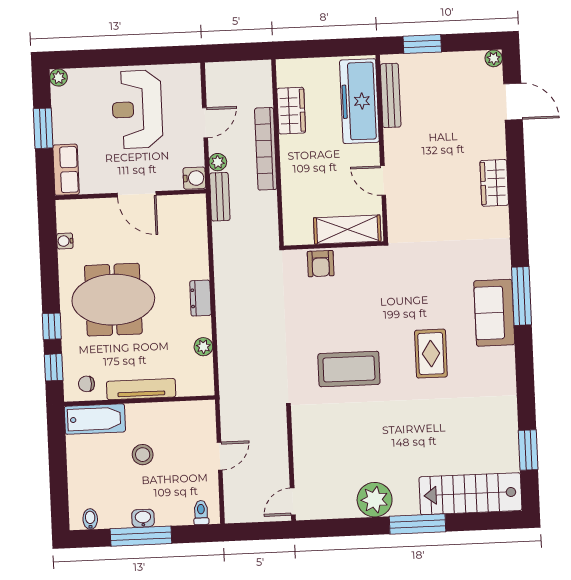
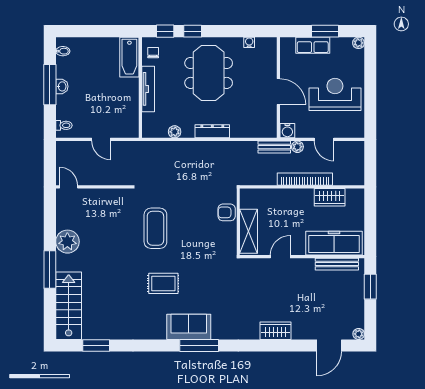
row of seats: (66, 170) -> (313, 45), moved
door: (137, 194) -> (278, 92), swing flipped
dresser: (200, 298) -> (212, 131), width x1.44
stool: (143, 455) -> (104, 88), removed

